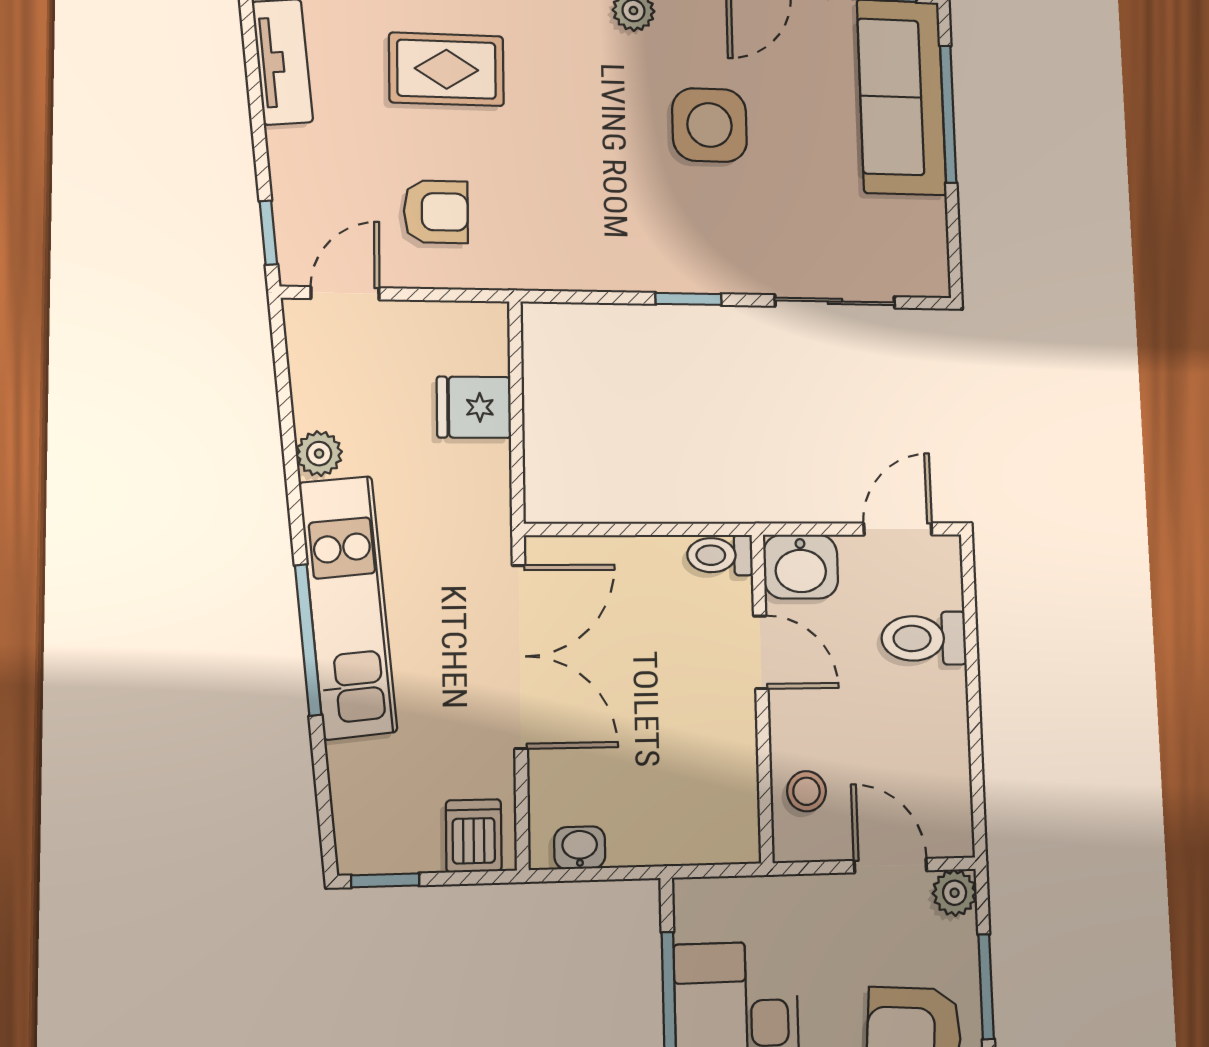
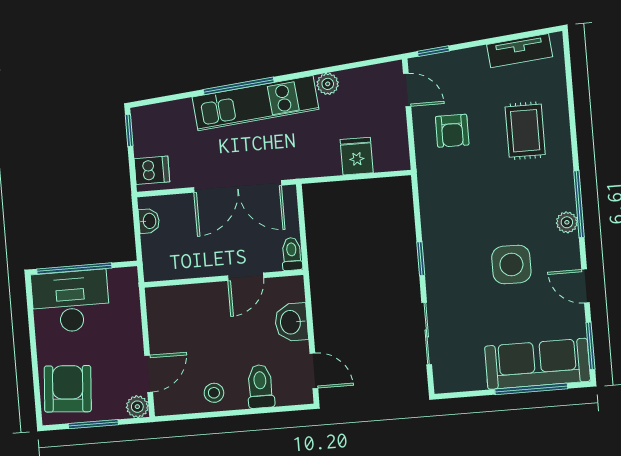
toilet: (720, 555) -> (292, 254), moved
door: (761, 652) -> (246, 277), moved
wall: (762, 697) -> (224, 279), moved
stool: (806, 791) -> (214, 393), moved

